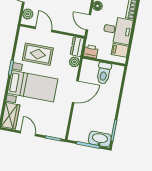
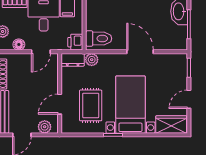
toilet: (104, 73) -> (99, 39), moved
door: (75, 92) -> (140, 52), moved

